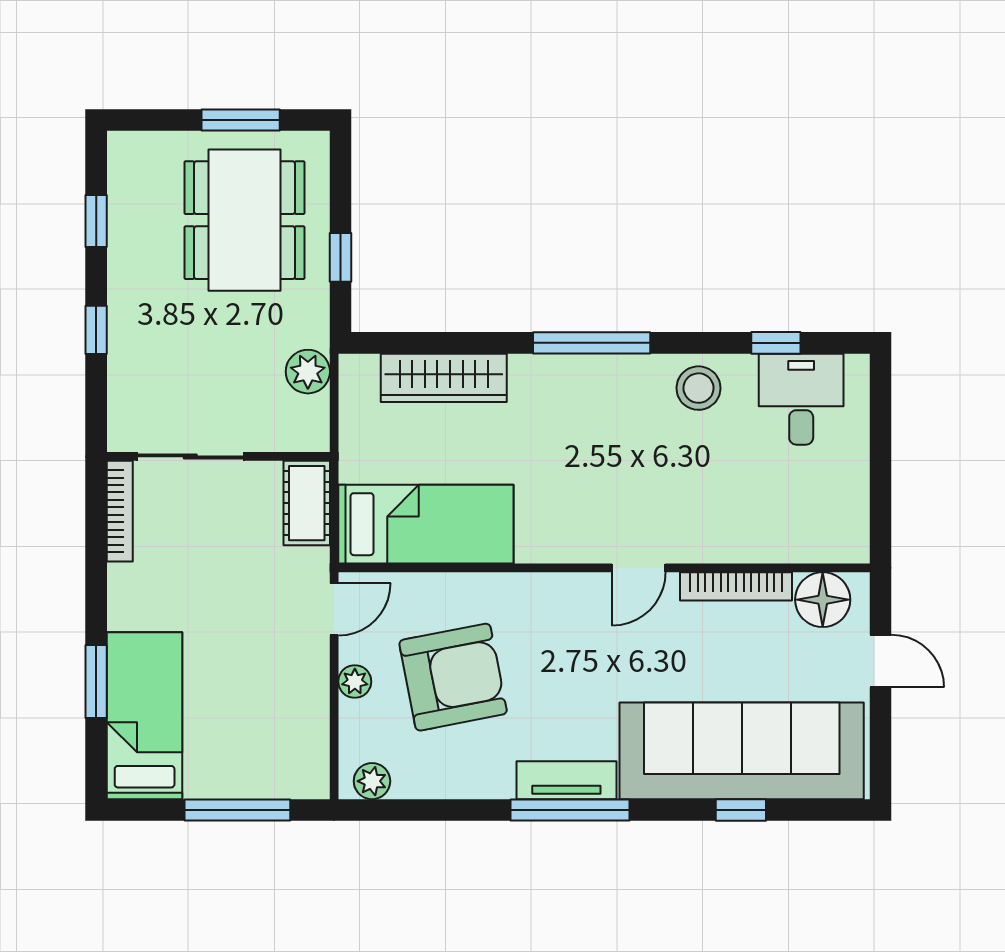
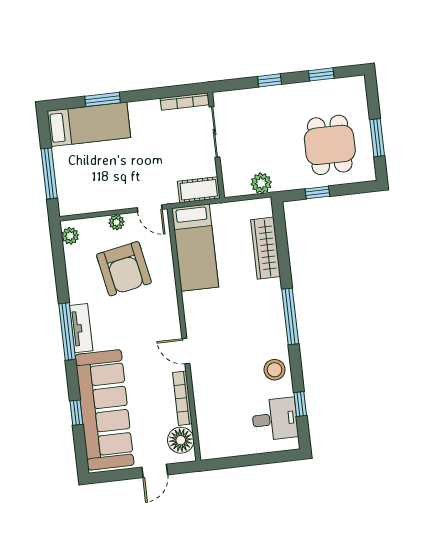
dining table: (245, 220) -> (330, 145), width x0.73

